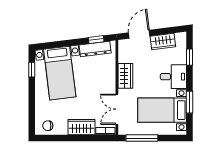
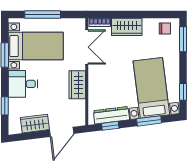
window: (62, 44) -> (149, 121), added
window: (32, 116) -> (183, 39), added
window: (142, 138) -> (43, 14), moved

